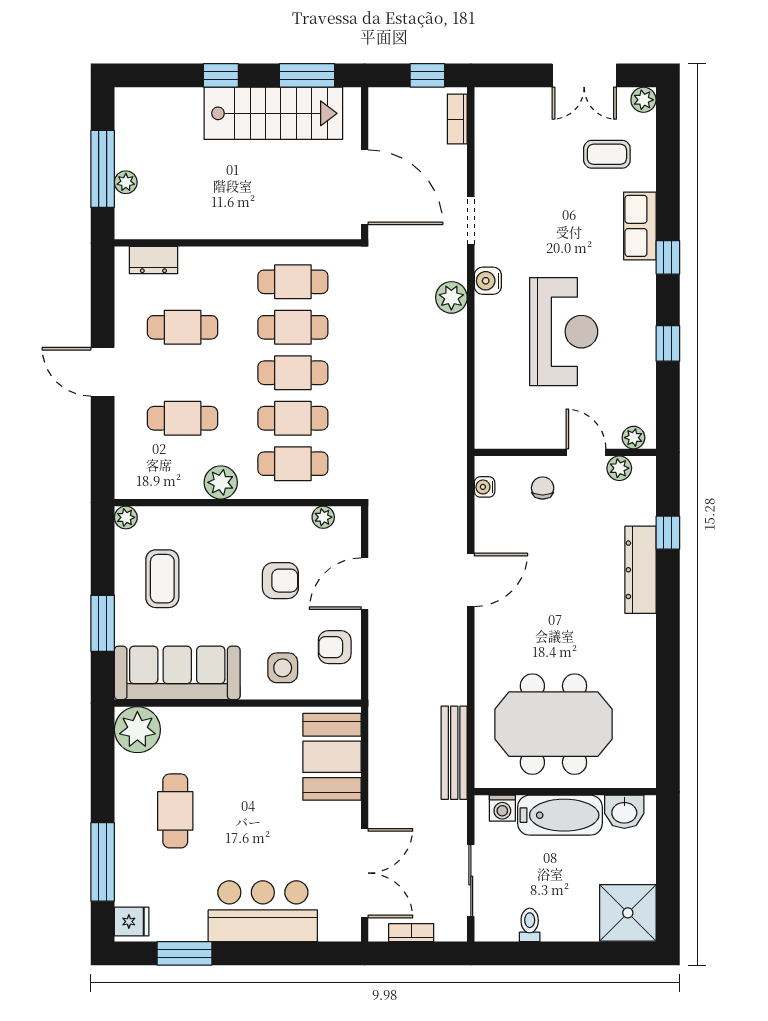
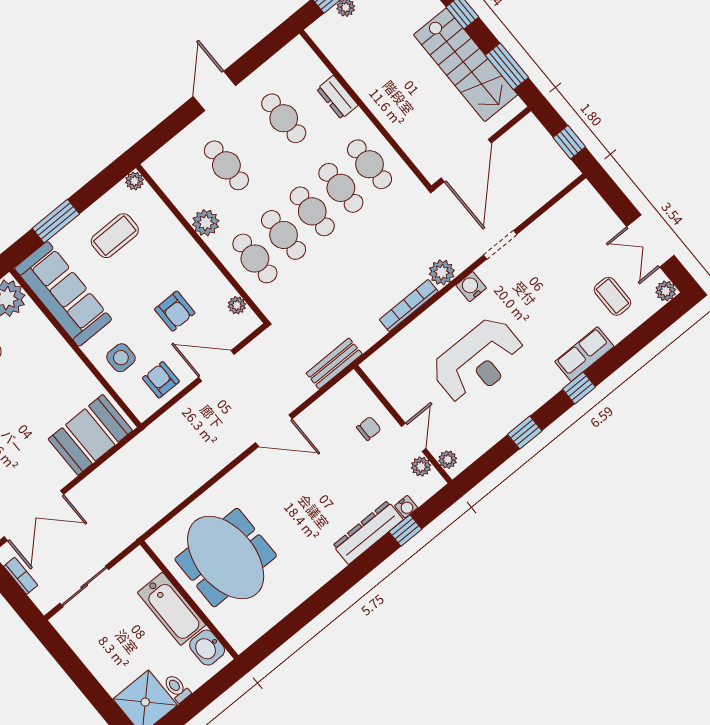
bookcase: (457, 119) -> (409, 306), moved, width x1.56
dresser: (153, 260) -> (337, 97), moved
water cooler: (485, 487) -> (406, 507), moved, turned 180
bench: (454, 753) -> (334, 364), moved, width x0.73
washing machine: (502, 808) -> (146, 569), removed
toilet: (530, 925) -> (177, 688), moved, turned -90

